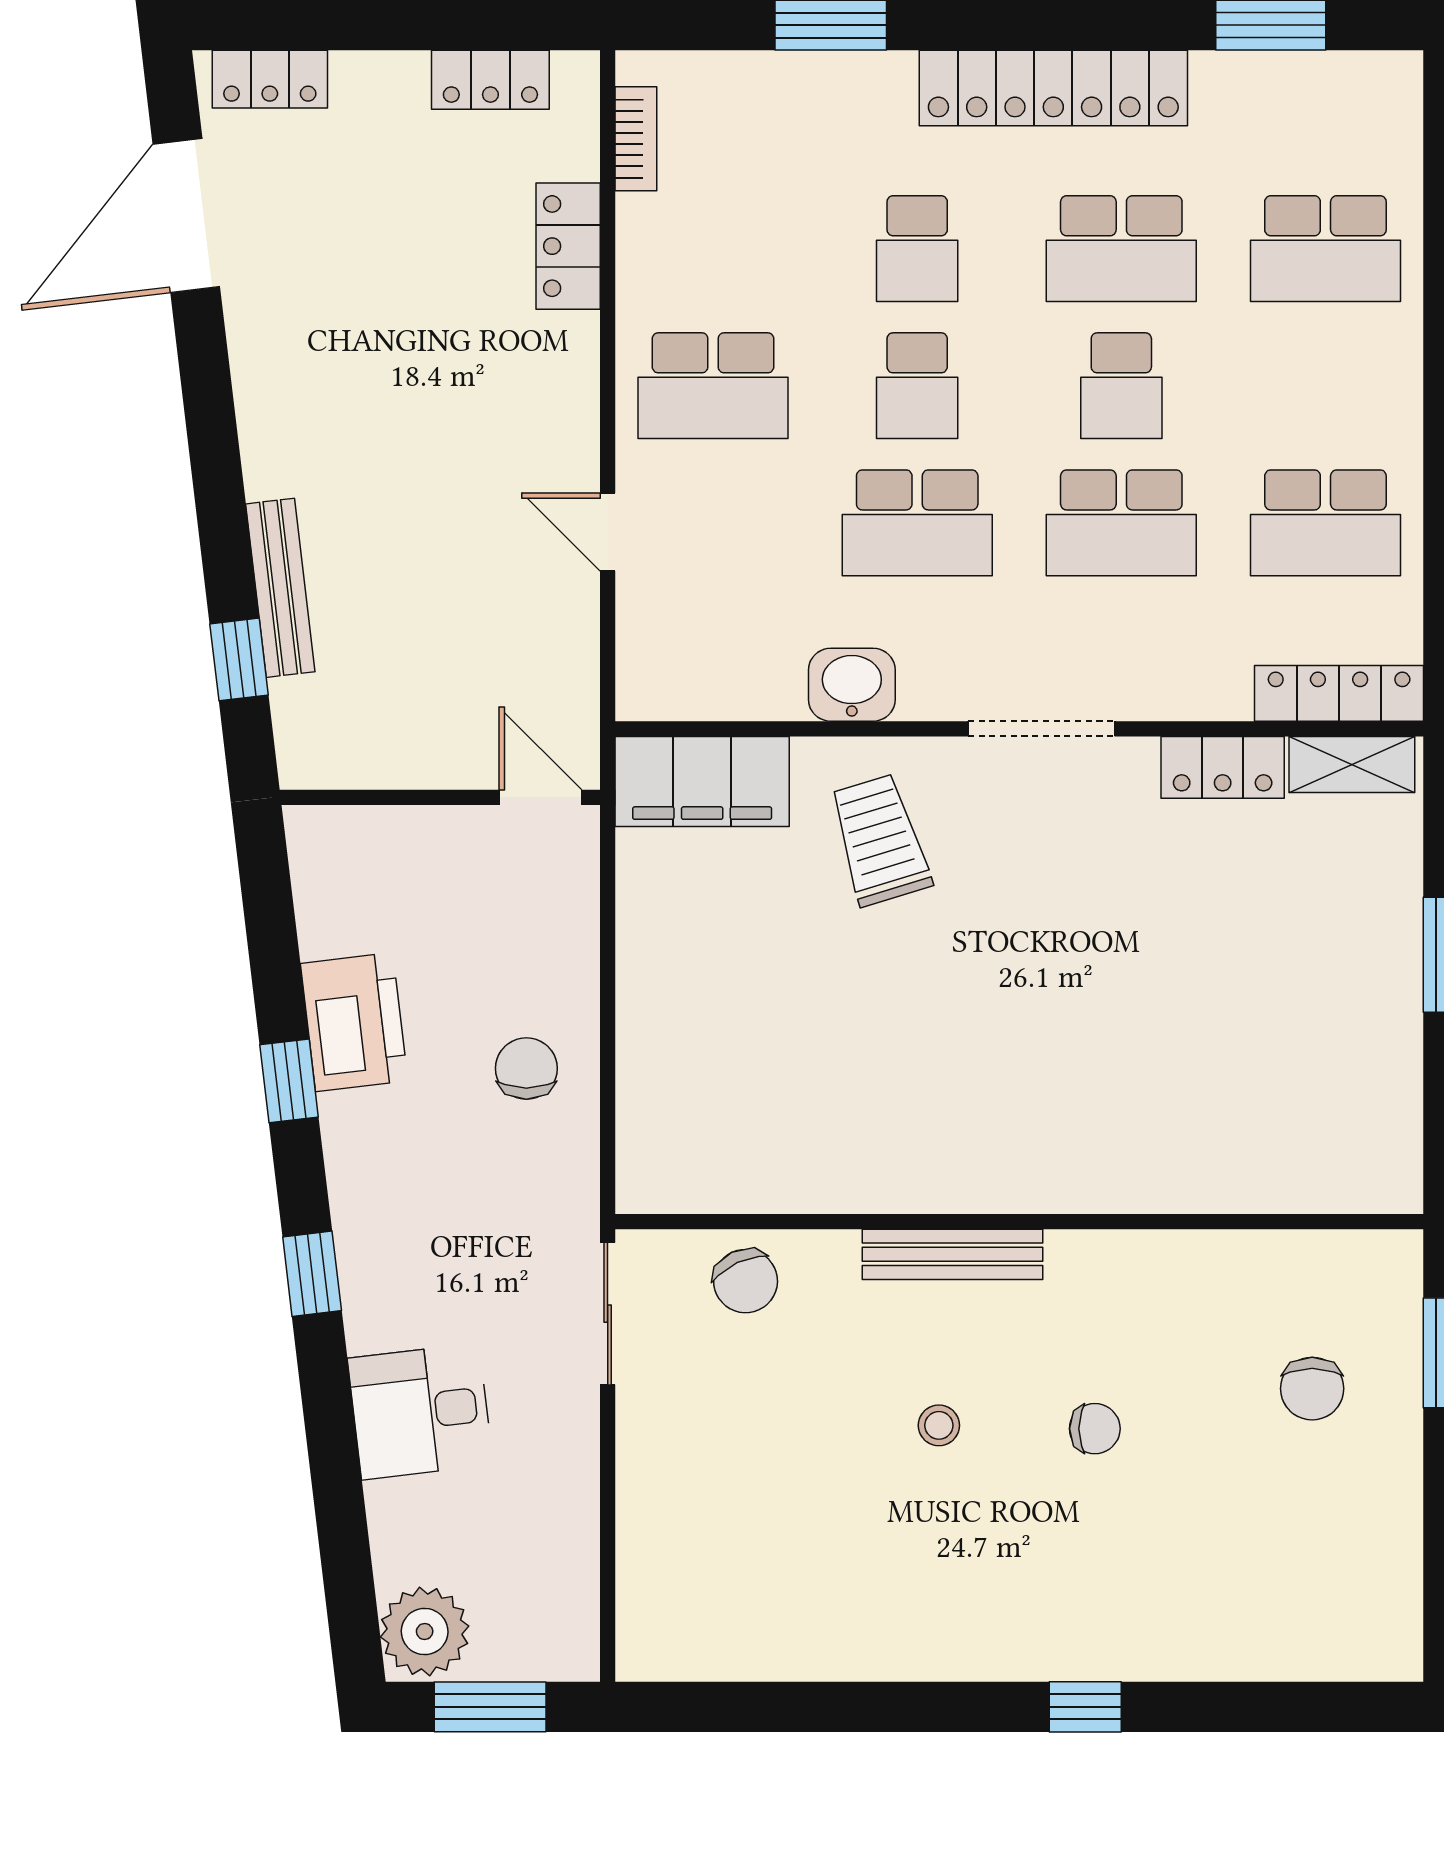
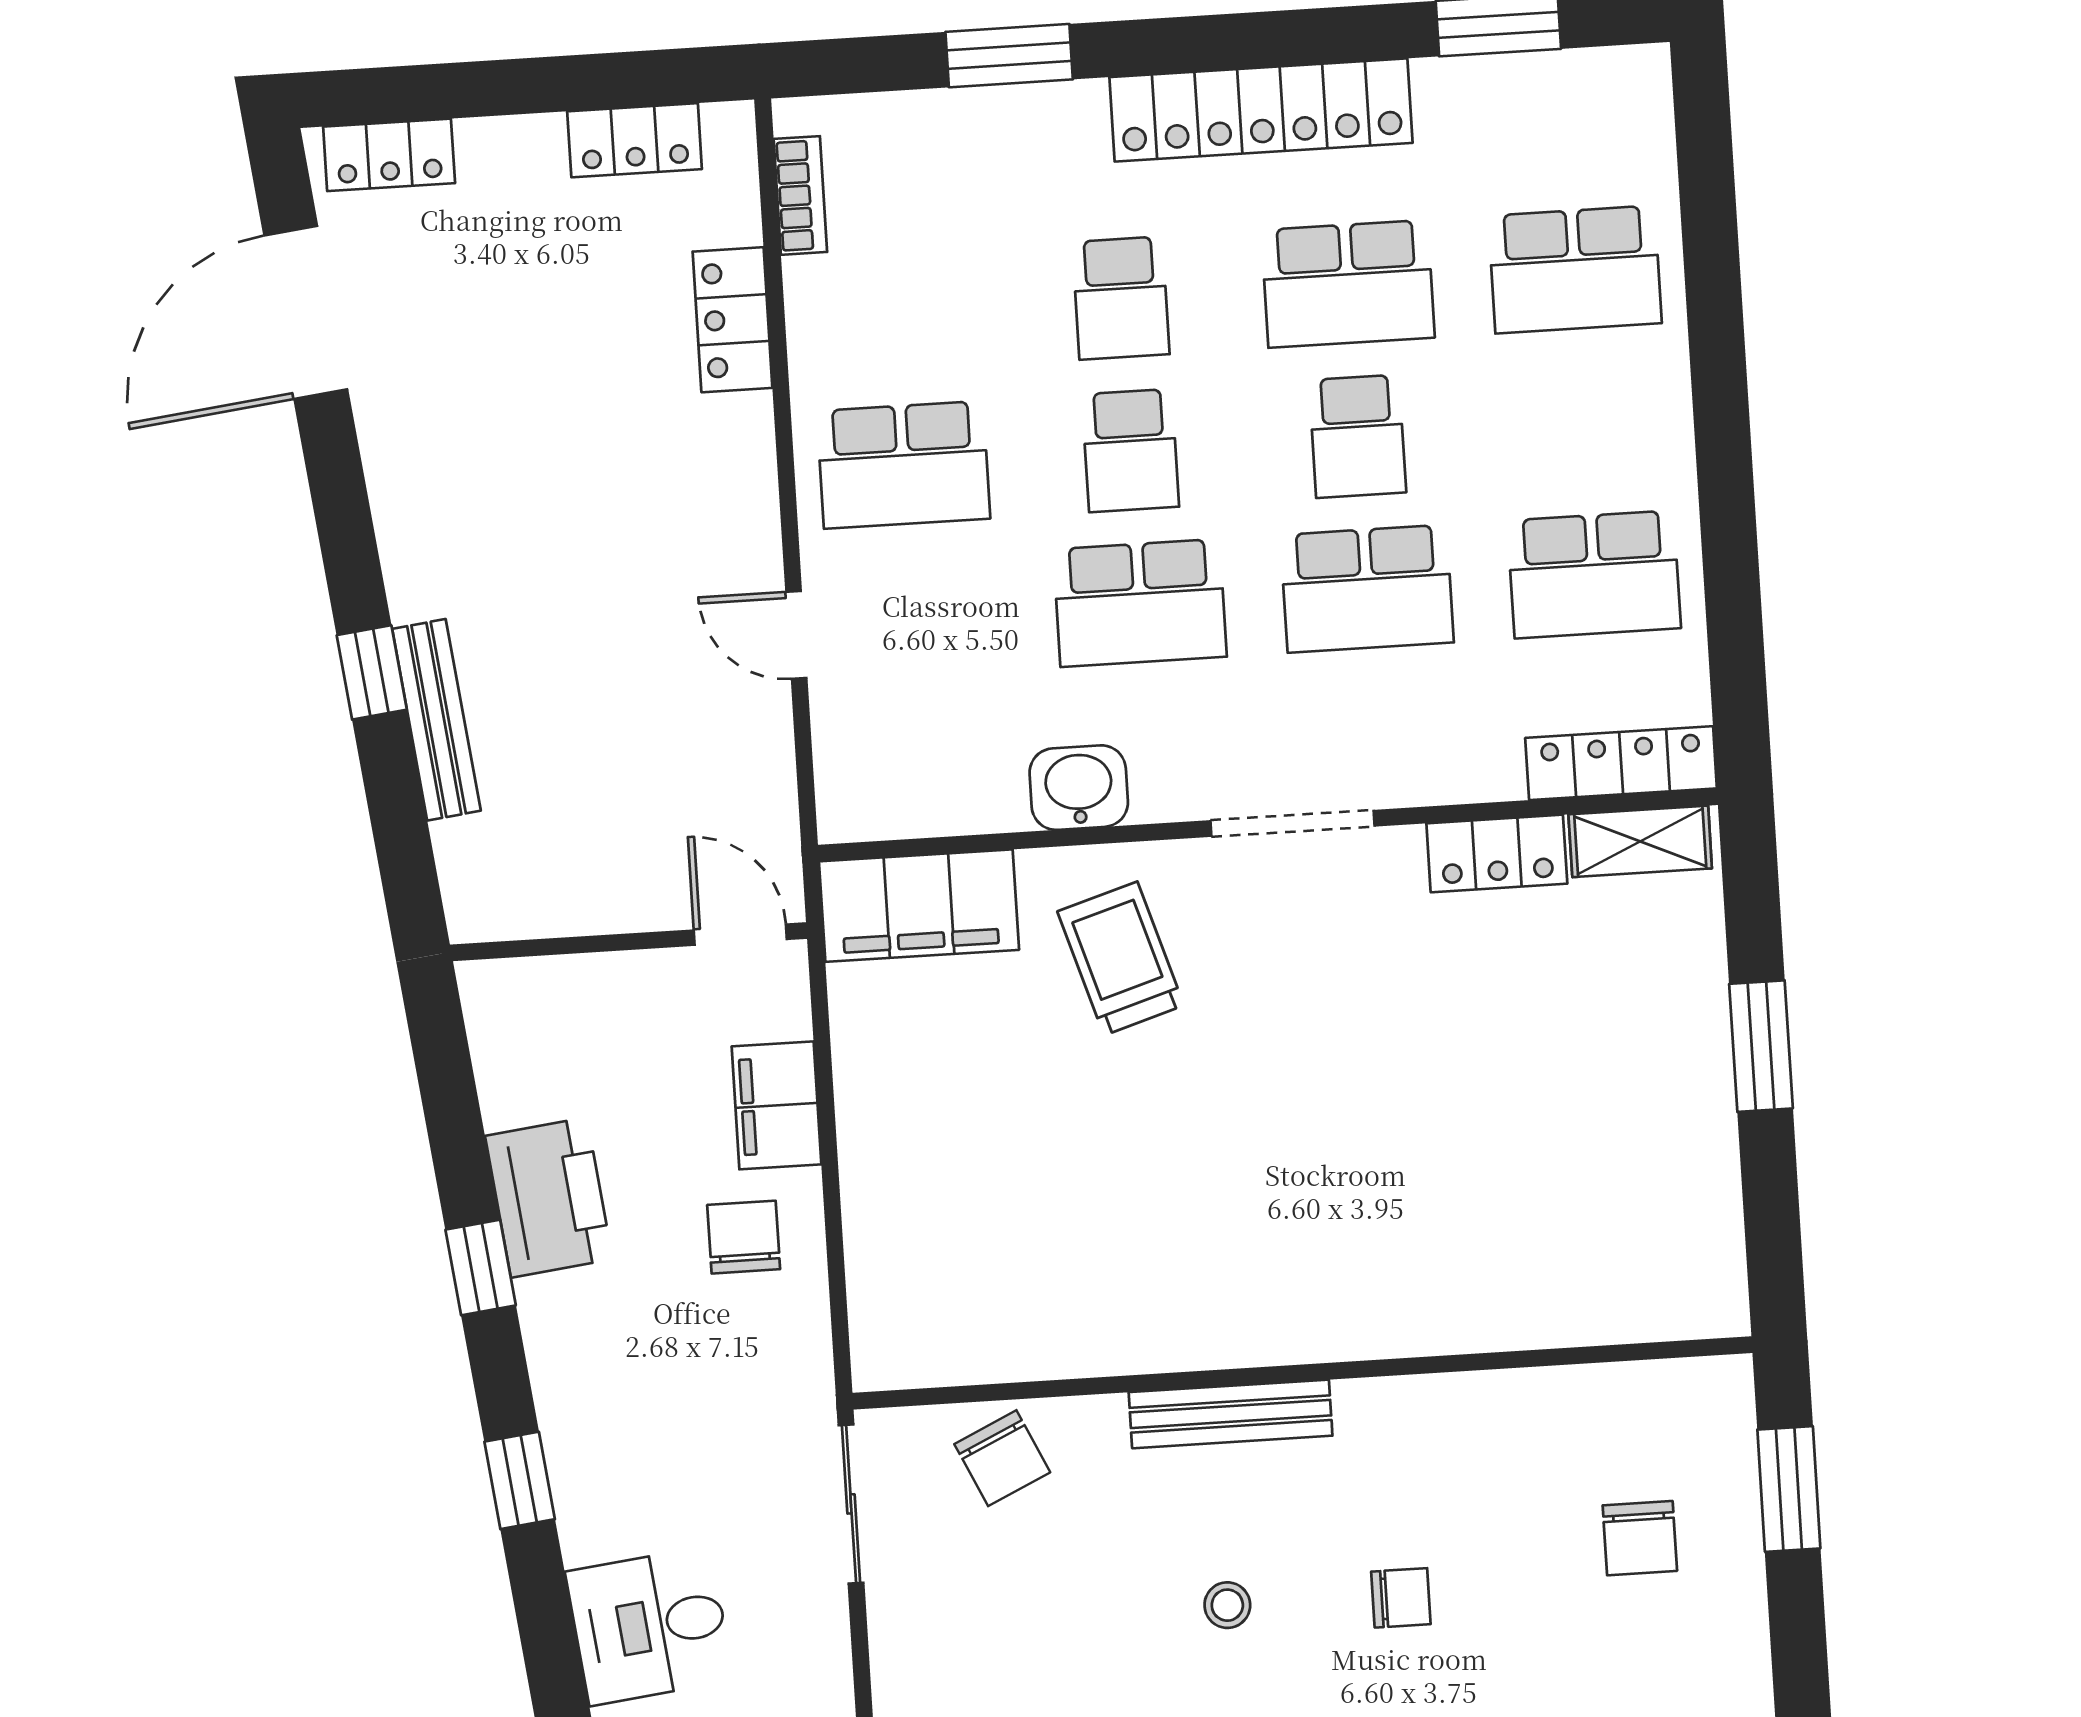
window: (239, 659) -> (372, 672), moved
filing cabinet: (563, 952) -> (776, 1105), added

